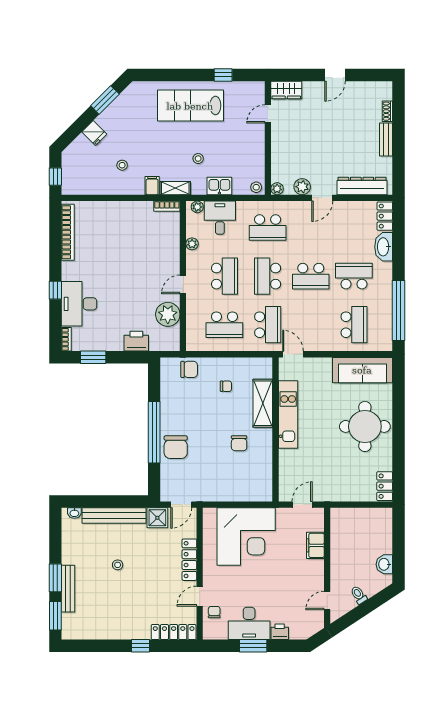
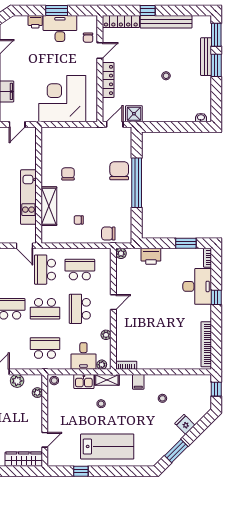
wardrobe: (286, 90) -> (24, 459), width x1.50
shelving: (175, 188) -> (107, 380), moved
plant: (277, 189) -> (37, 393), moved
school desk: (268, 276) -> (45, 309), turned 90
plant: (168, 314) -> (121, 253), moved, width x0.53, depth x0.53
bench: (114, 516) -> (166, 22), moved

